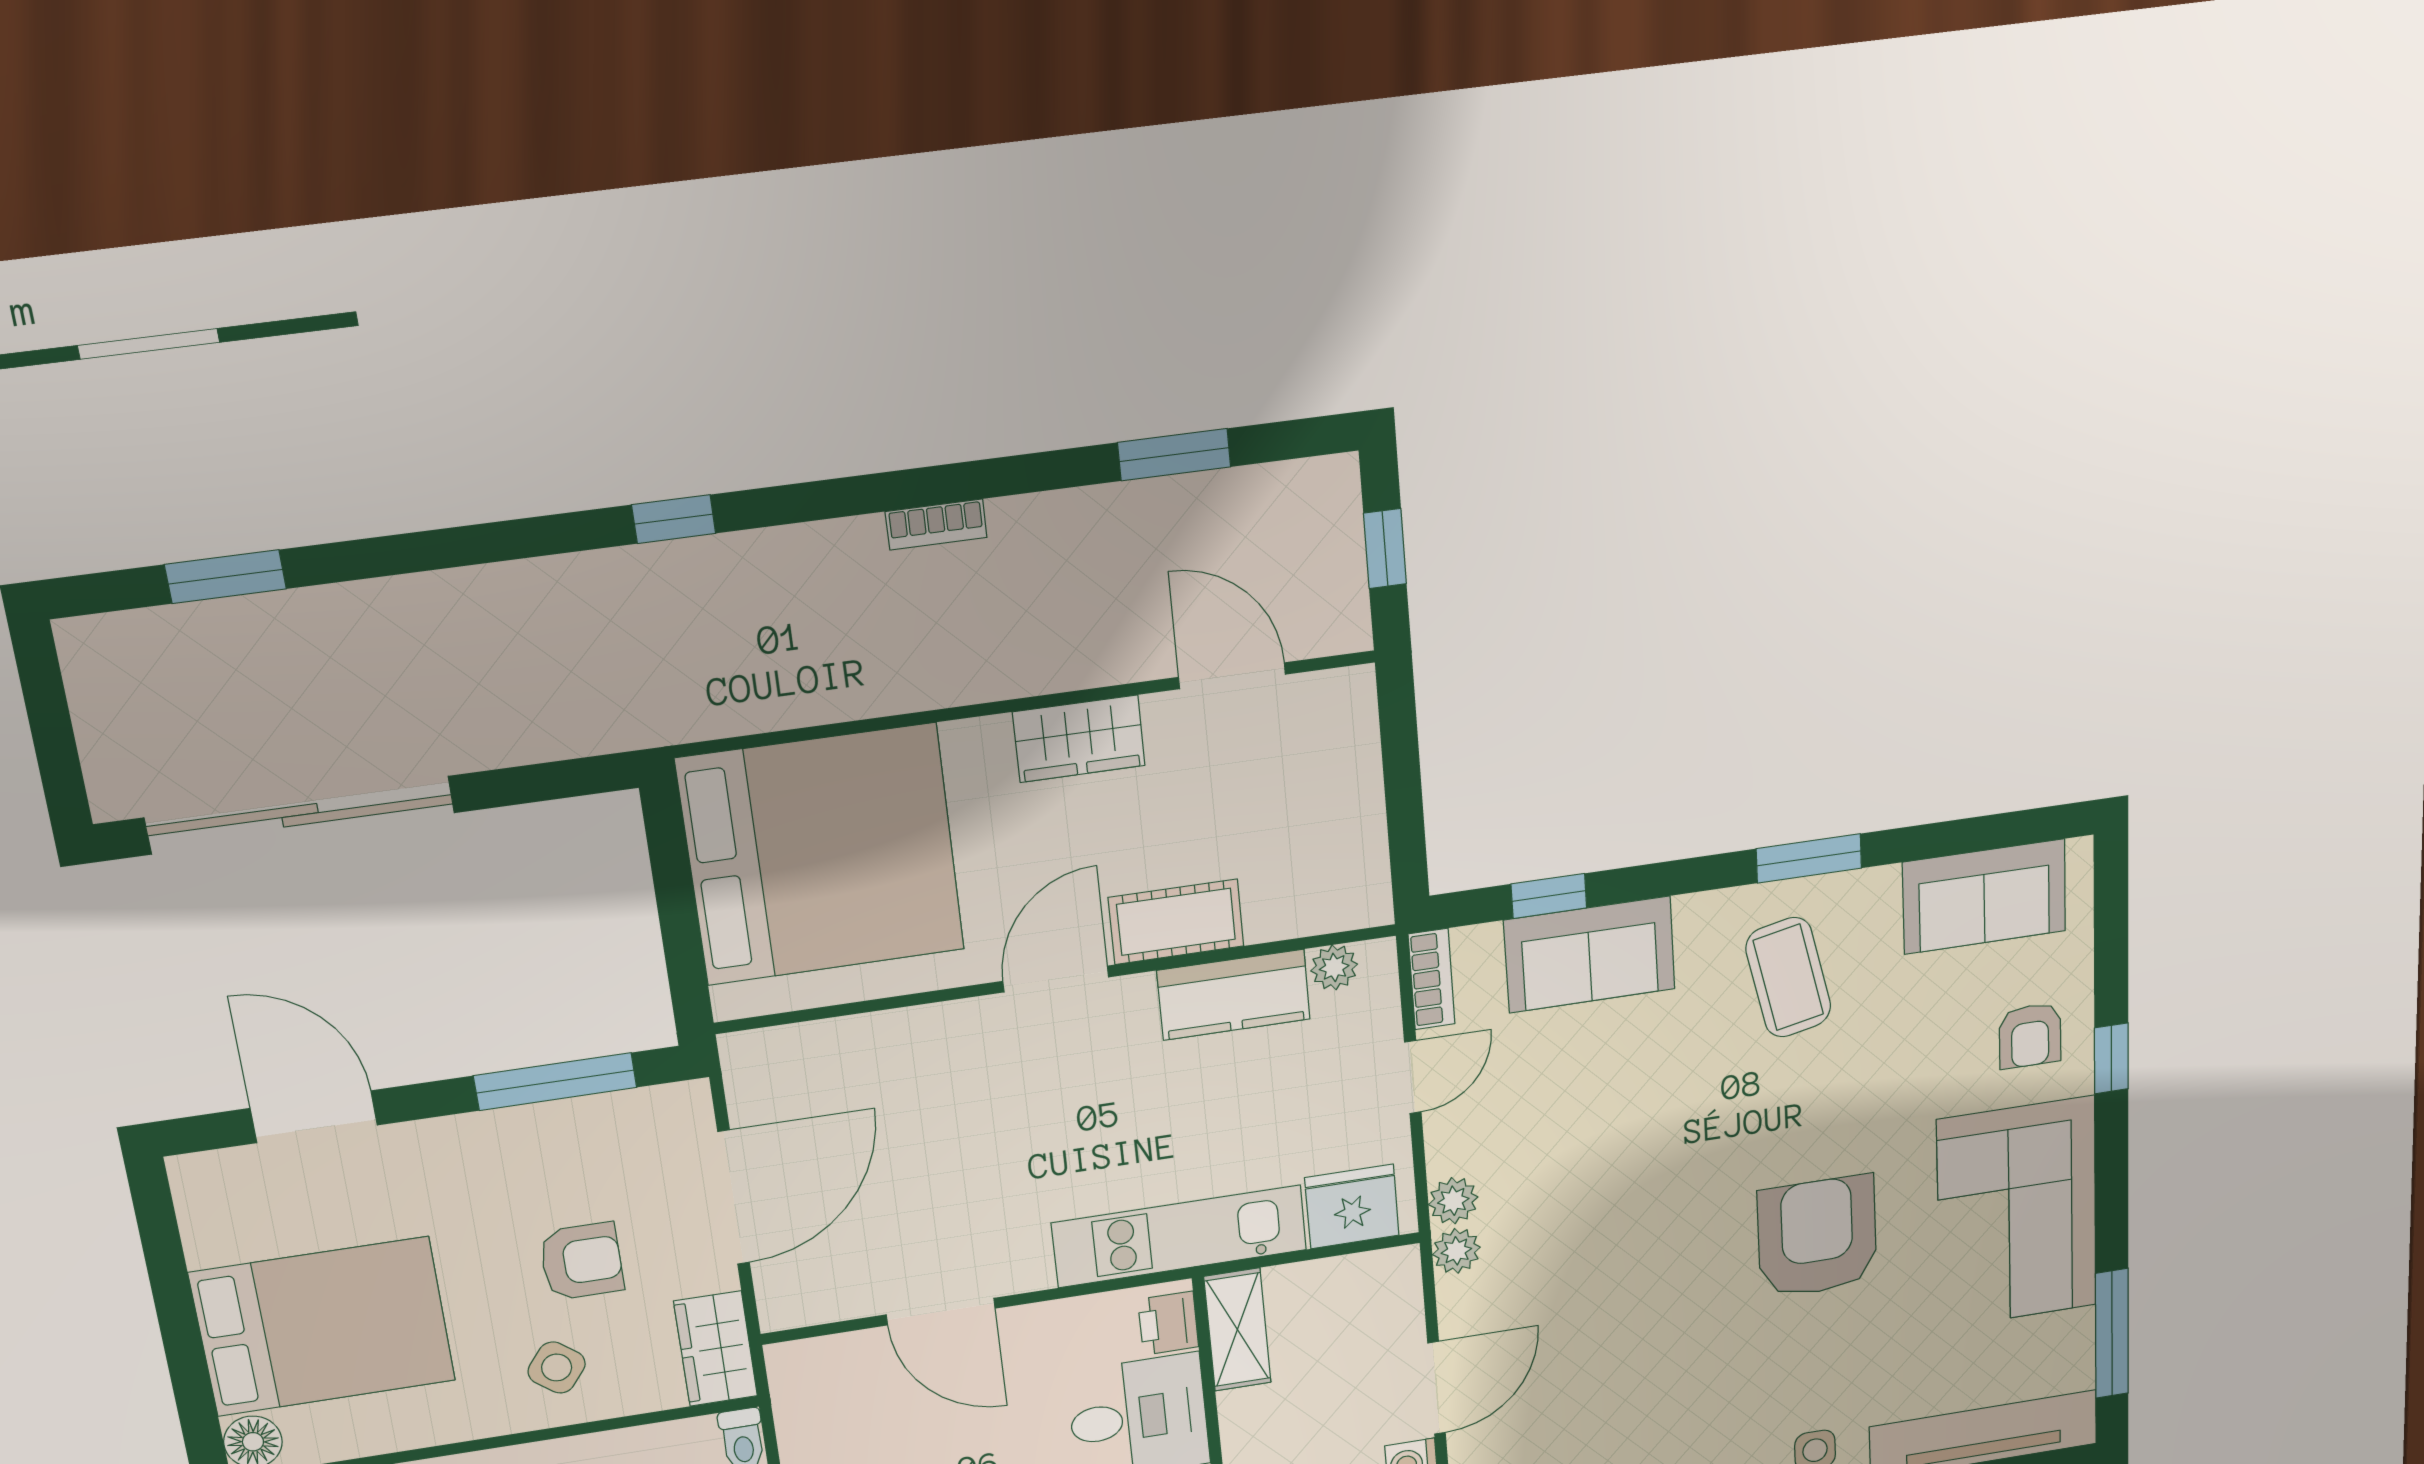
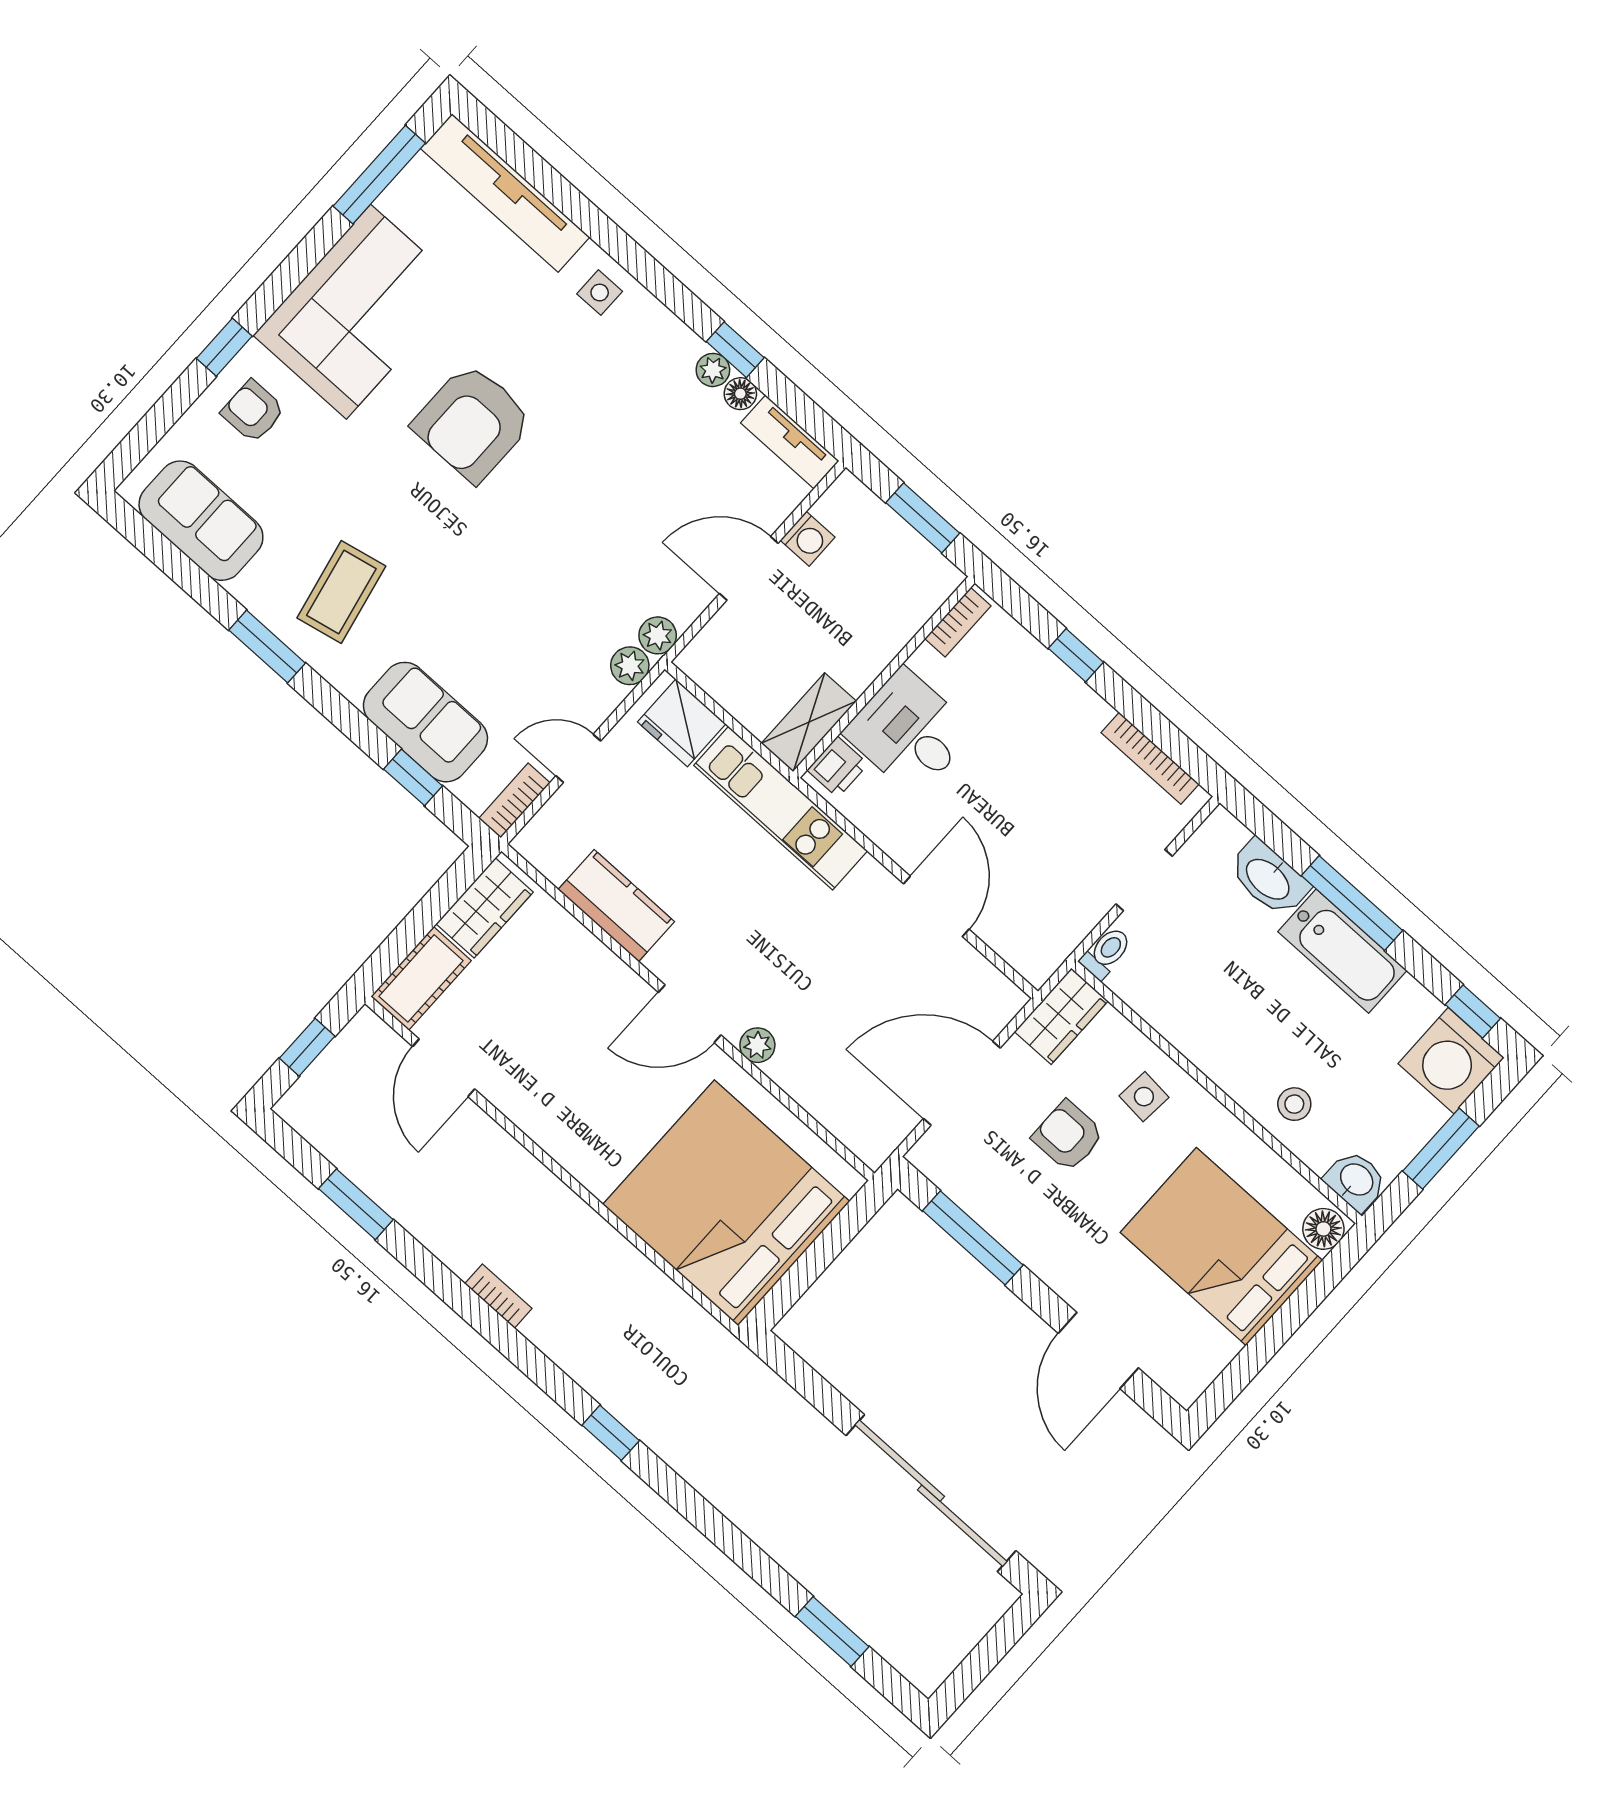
wardrobe: (1079, 739) -> (485, 908), moved, turned 90
cot: (1176, 922) -> (421, 978), moved, turned 90
plant: (1334, 967) -> (757, 1045), moved
armchair: (2030, 1036) -> (253, 411), turned -90
side table: (557, 1367) -> (1144, 1097), turned -33

